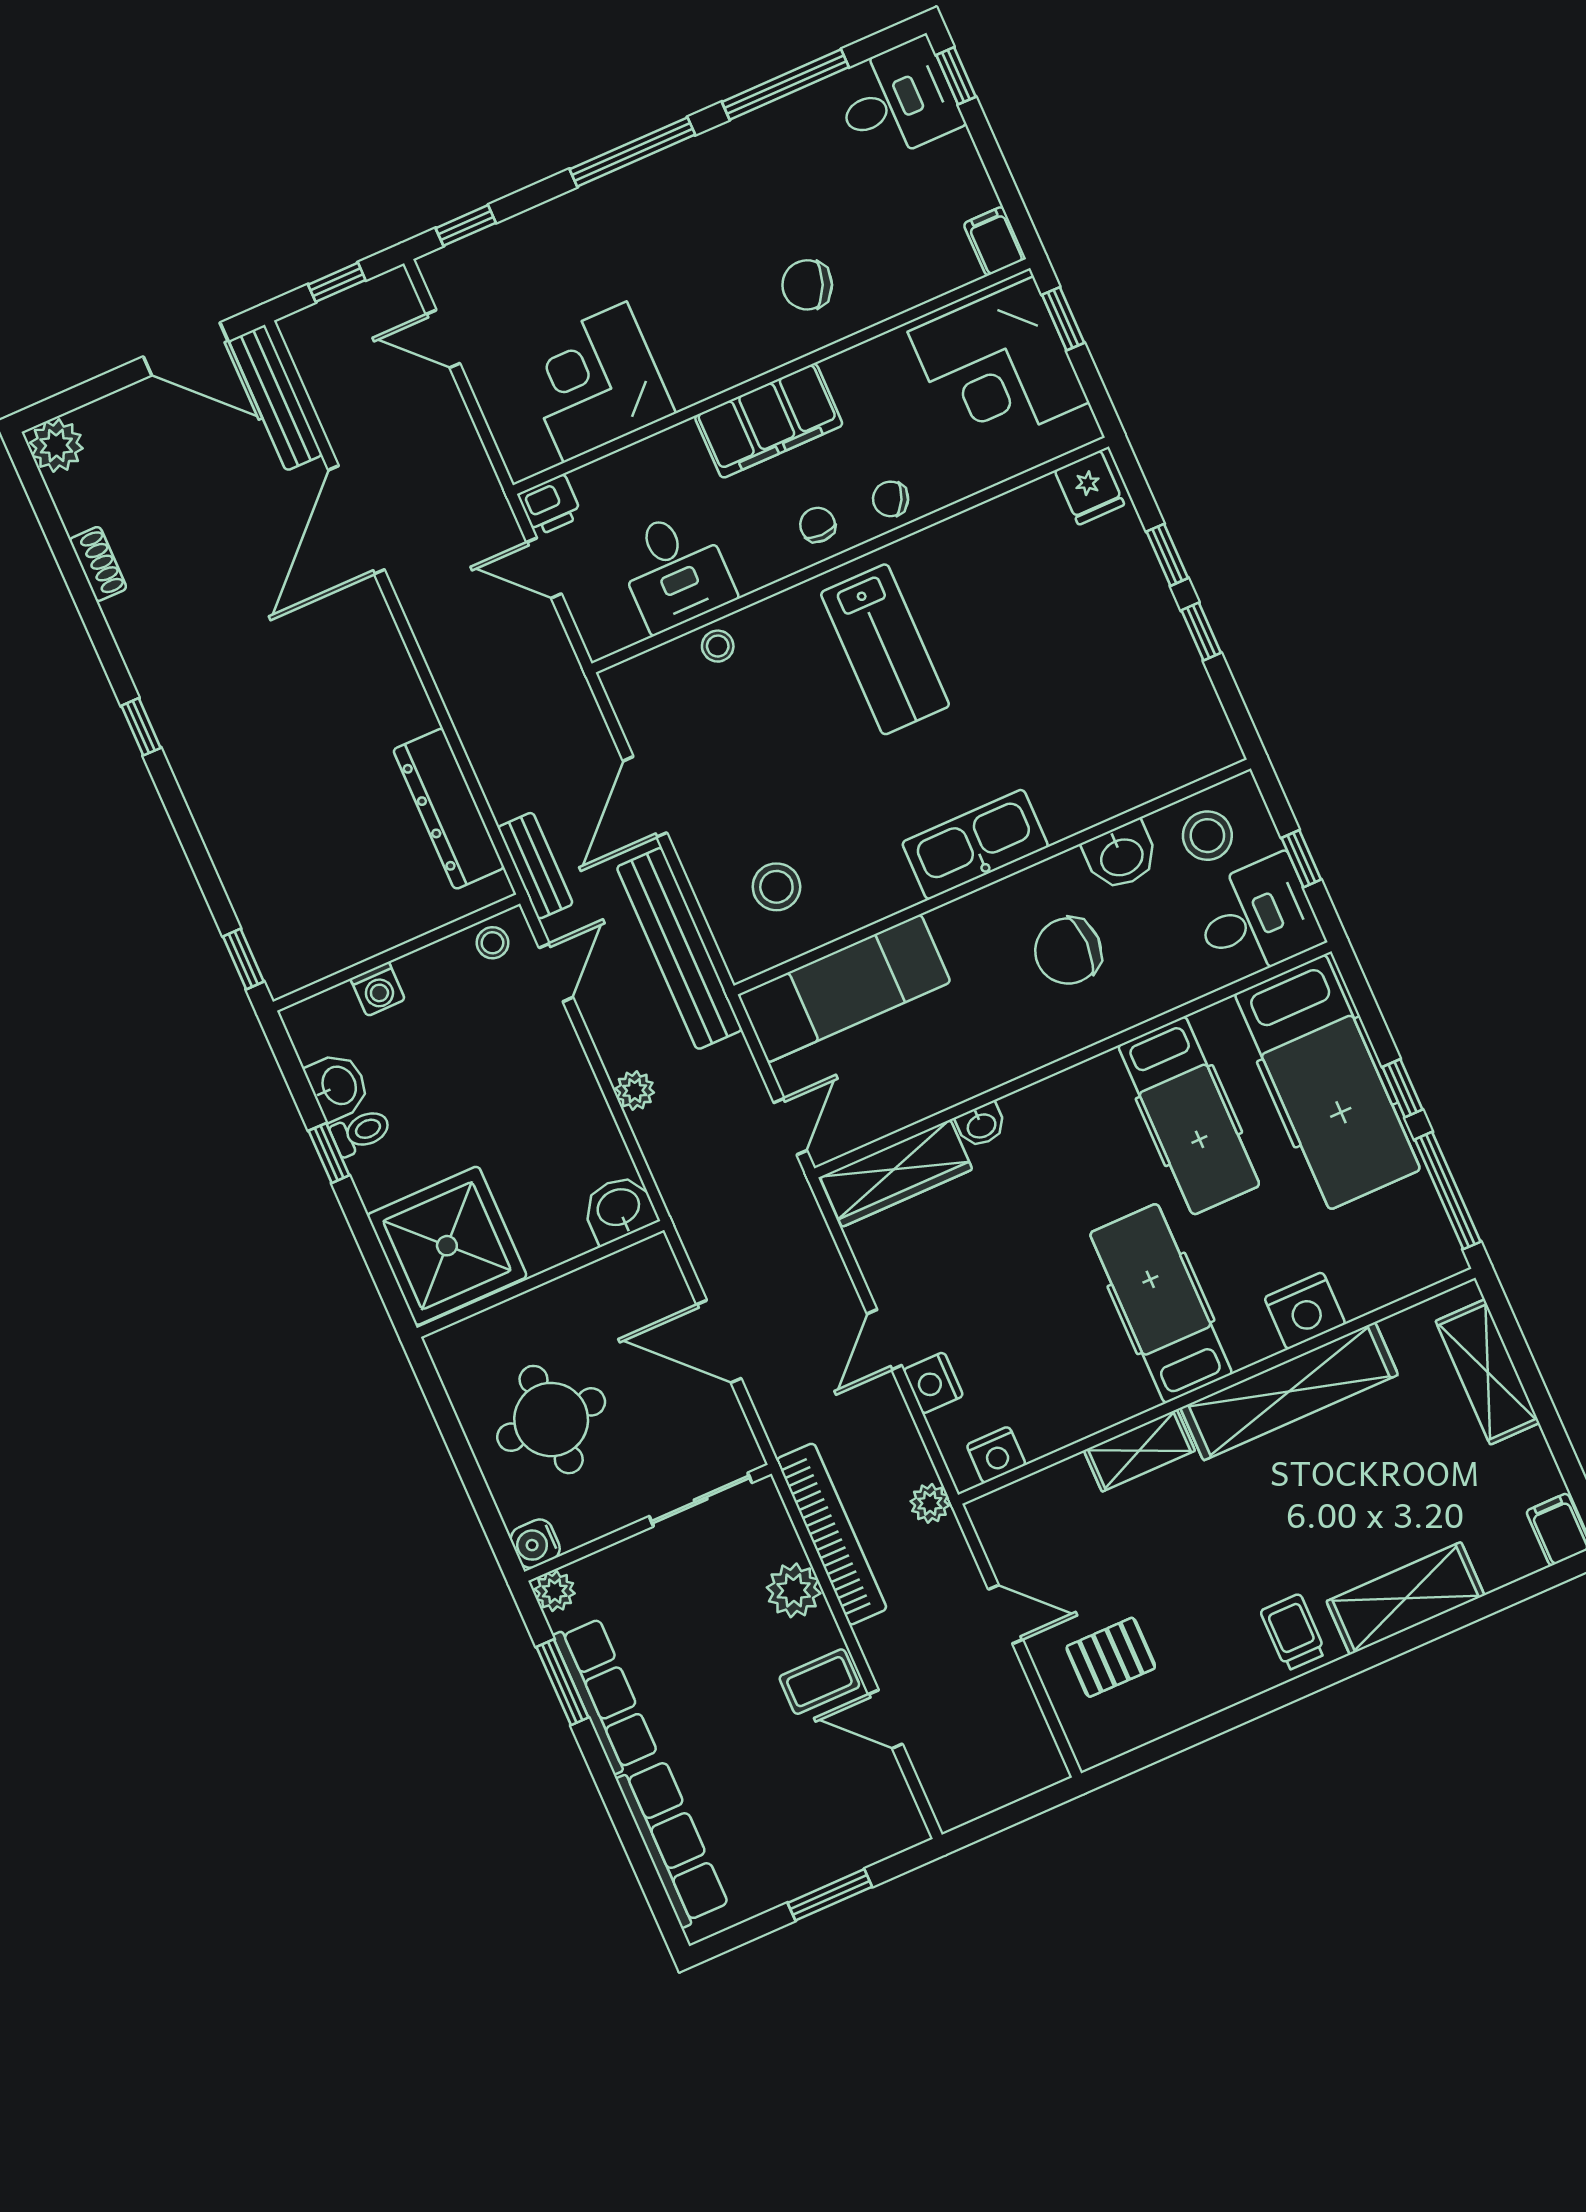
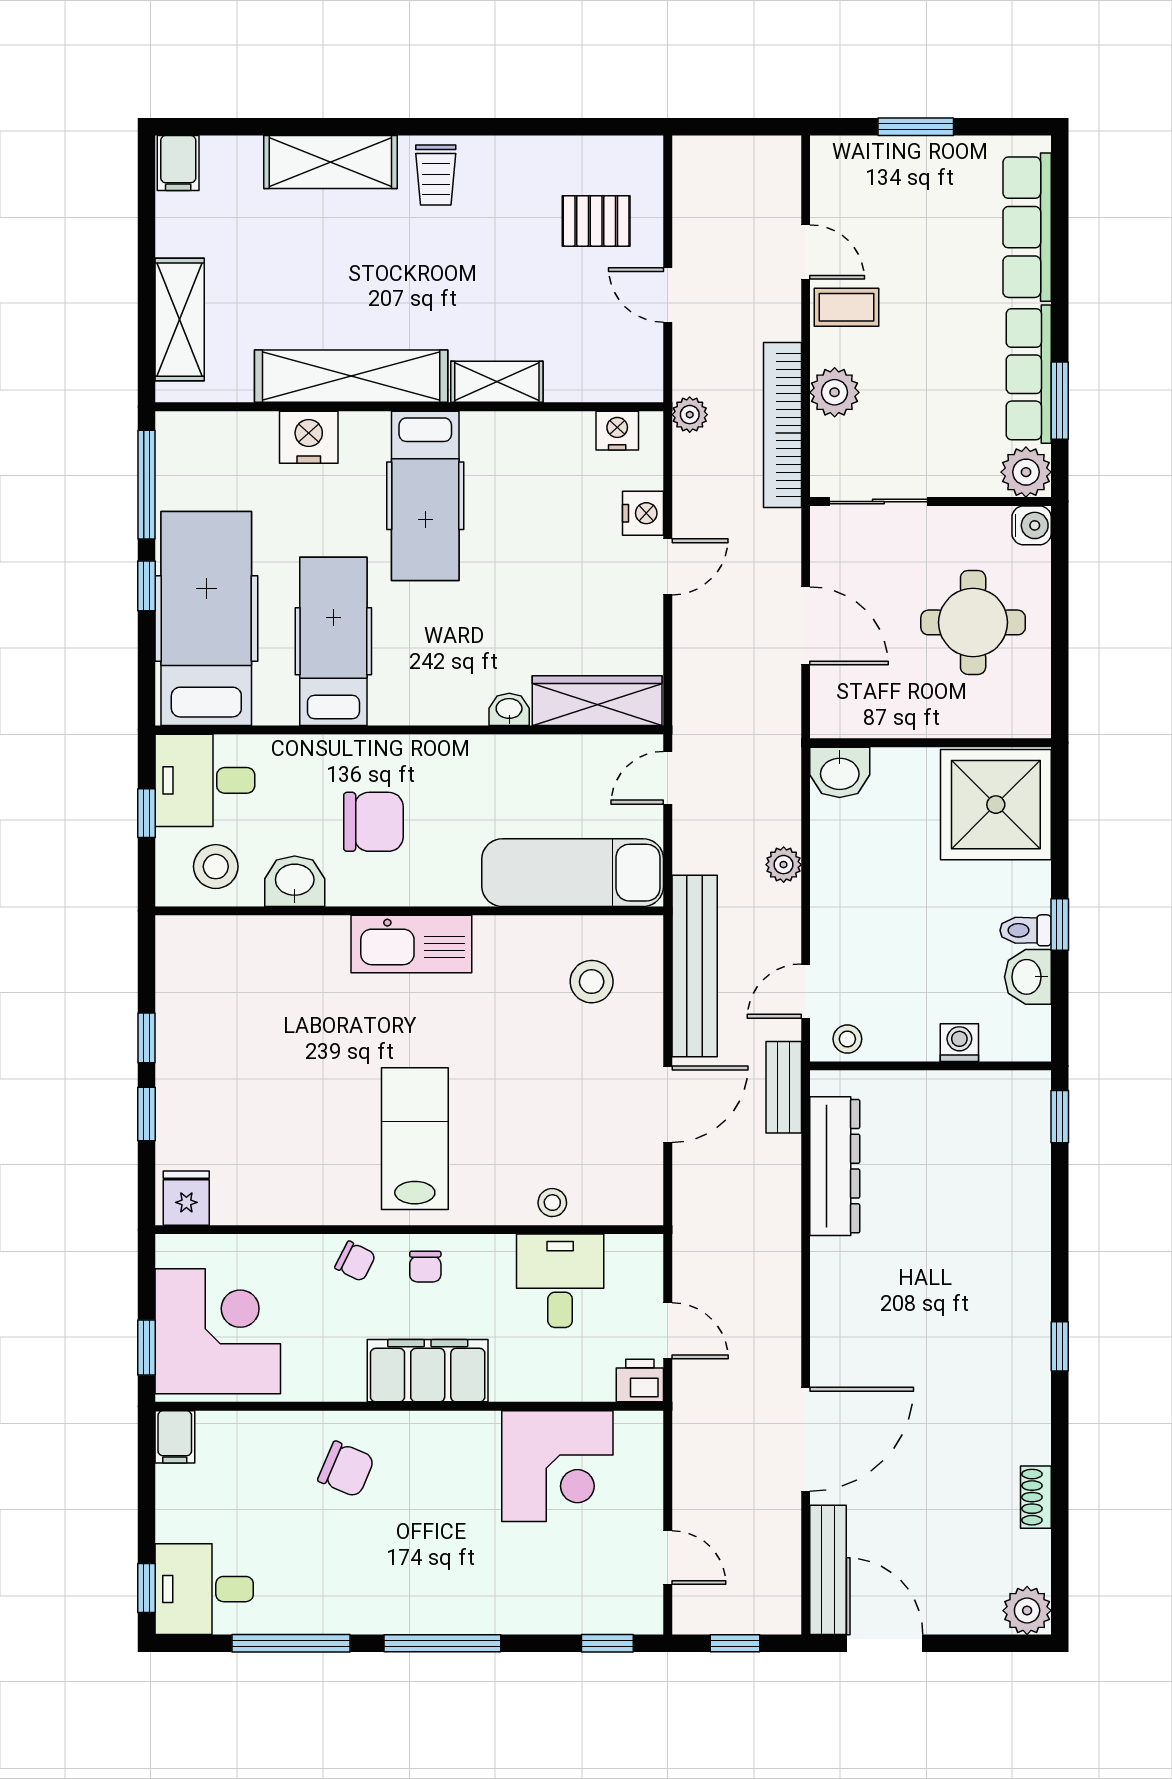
plant: (555, 1591) -> (1026, 472), width x1.38, depth x1.38

